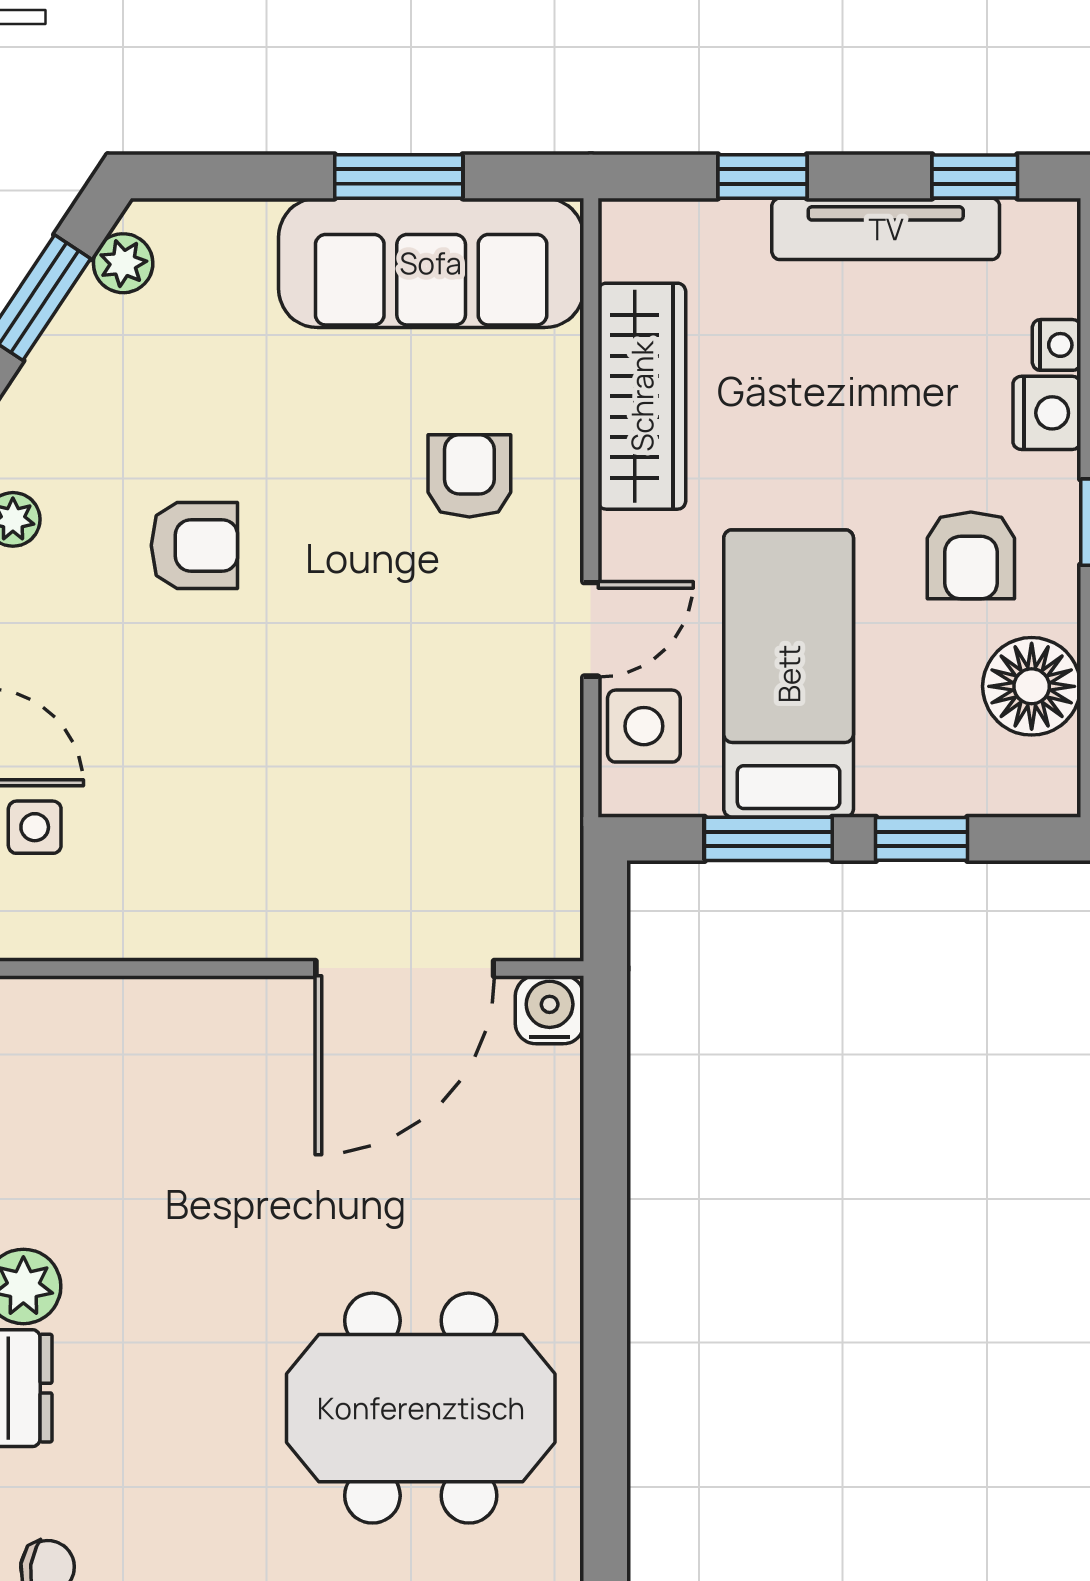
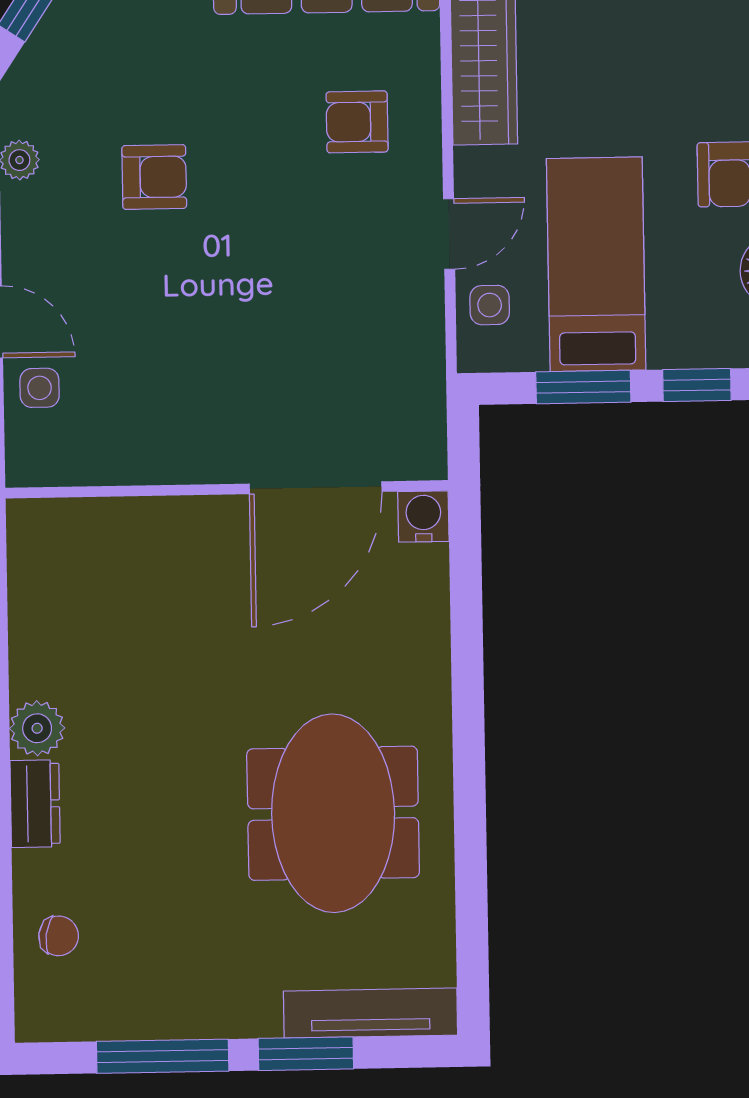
armchair: (469, 476) -> (357, 122), turned -90
side table: (644, 726) -> (490, 305), width x0.73, depth x0.73
meeting table: (421, 1408) -> (333, 813), turned 90

